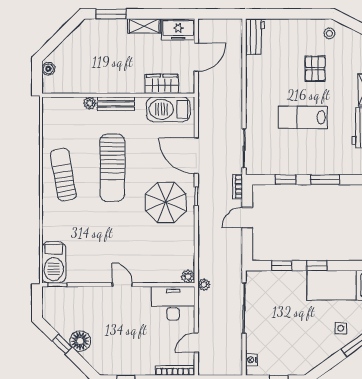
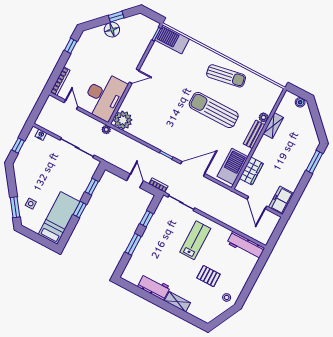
shelving: (144, 26) -> (273, 126), moved
workbench: (255, 37) -> (246, 246), width x1.38
lab bench: (303, 117) -> (195, 240), moved
parasol: (166, 202) -> (173, 133), removed
plant: (188, 276) -> (123, 120), width x1.87, depth x1.87
desk: (173, 303) -> (104, 96), width x1.36, depth x1.30

